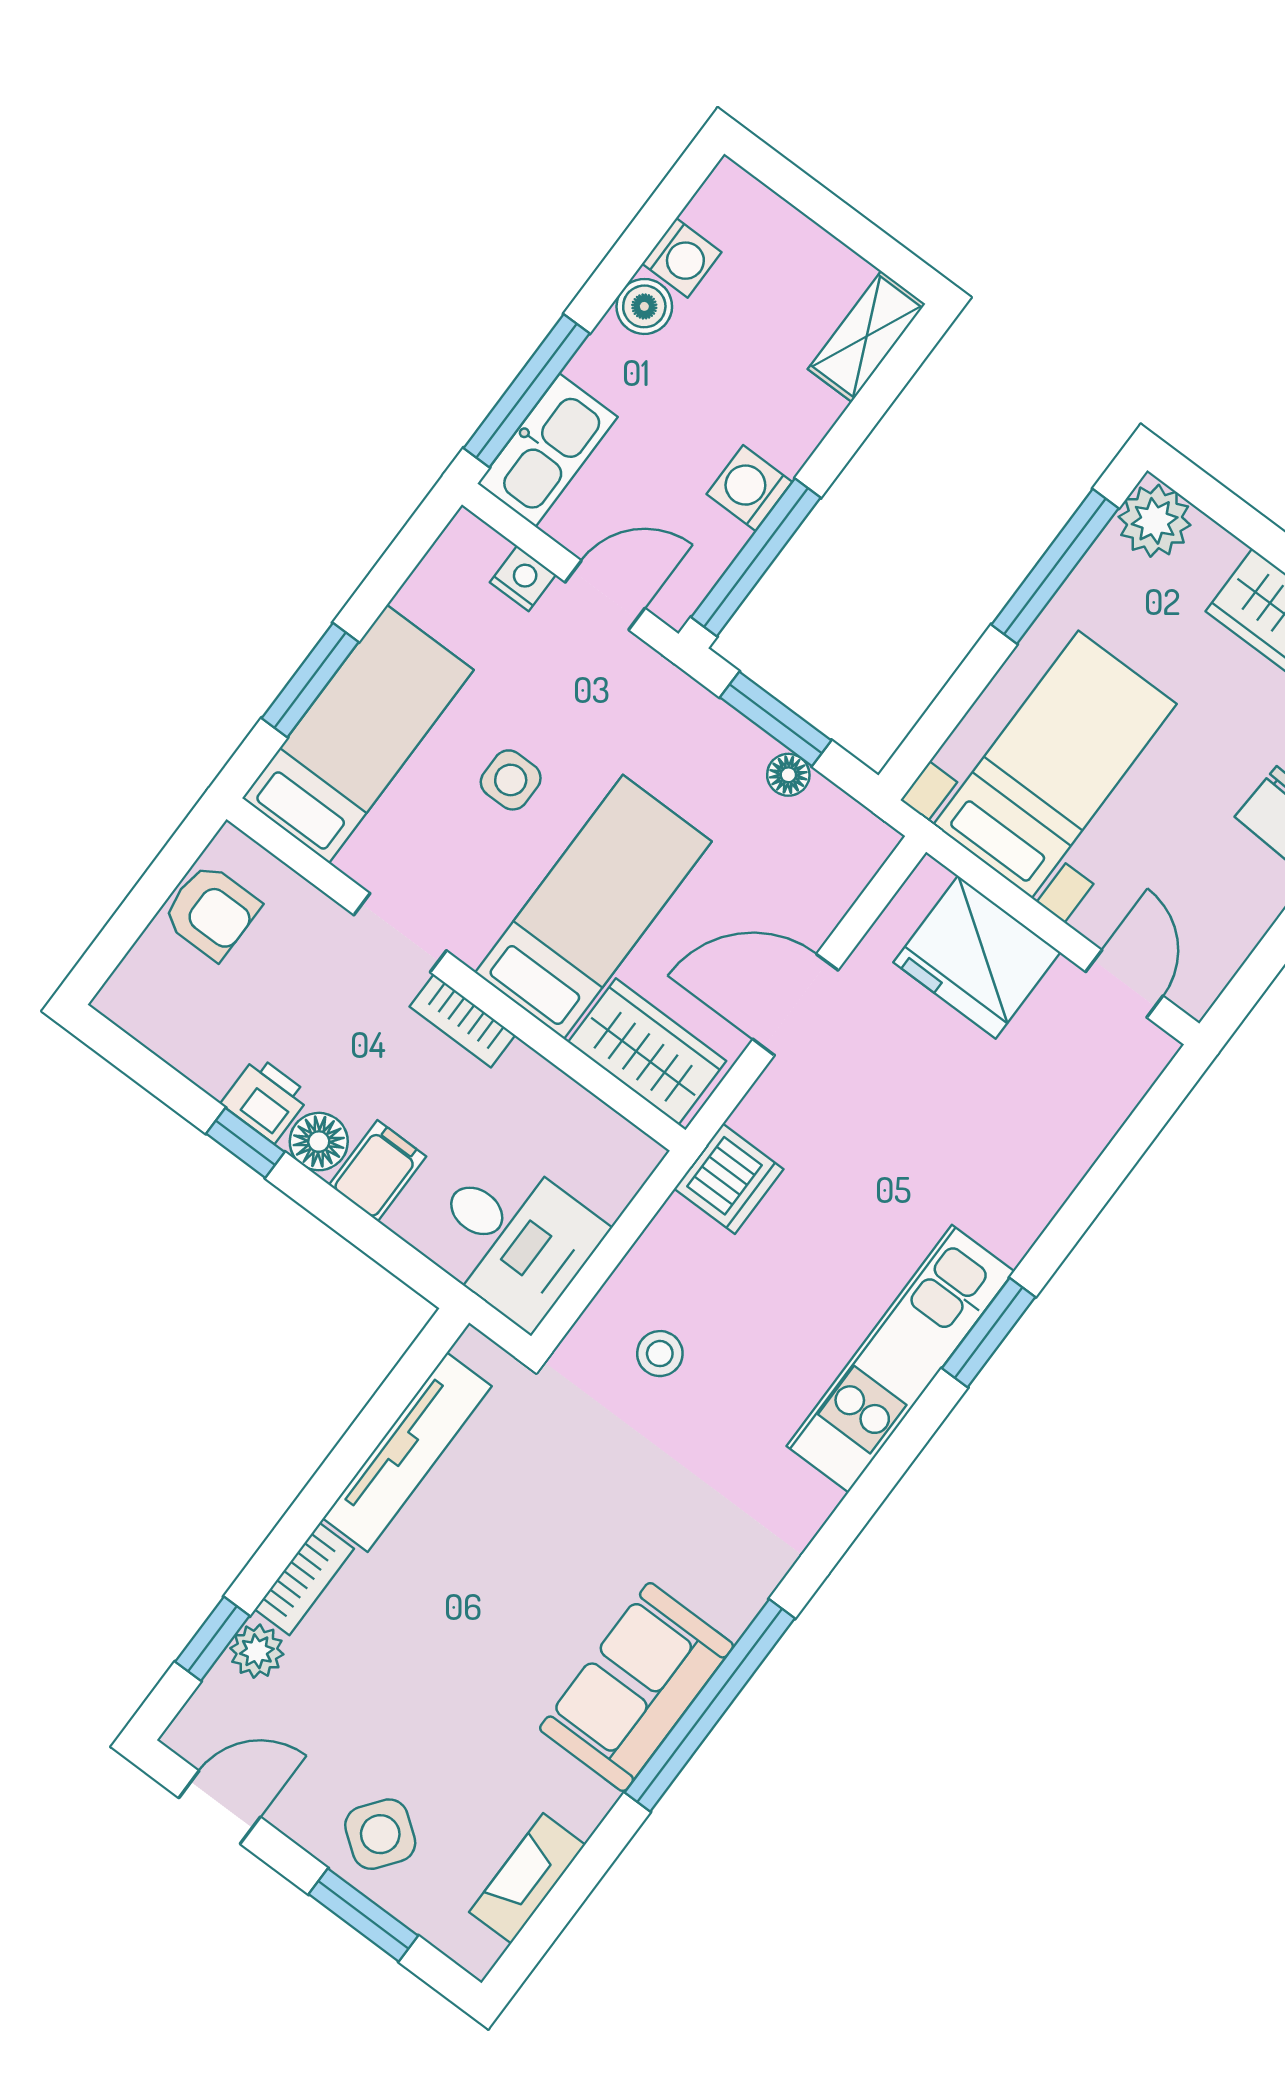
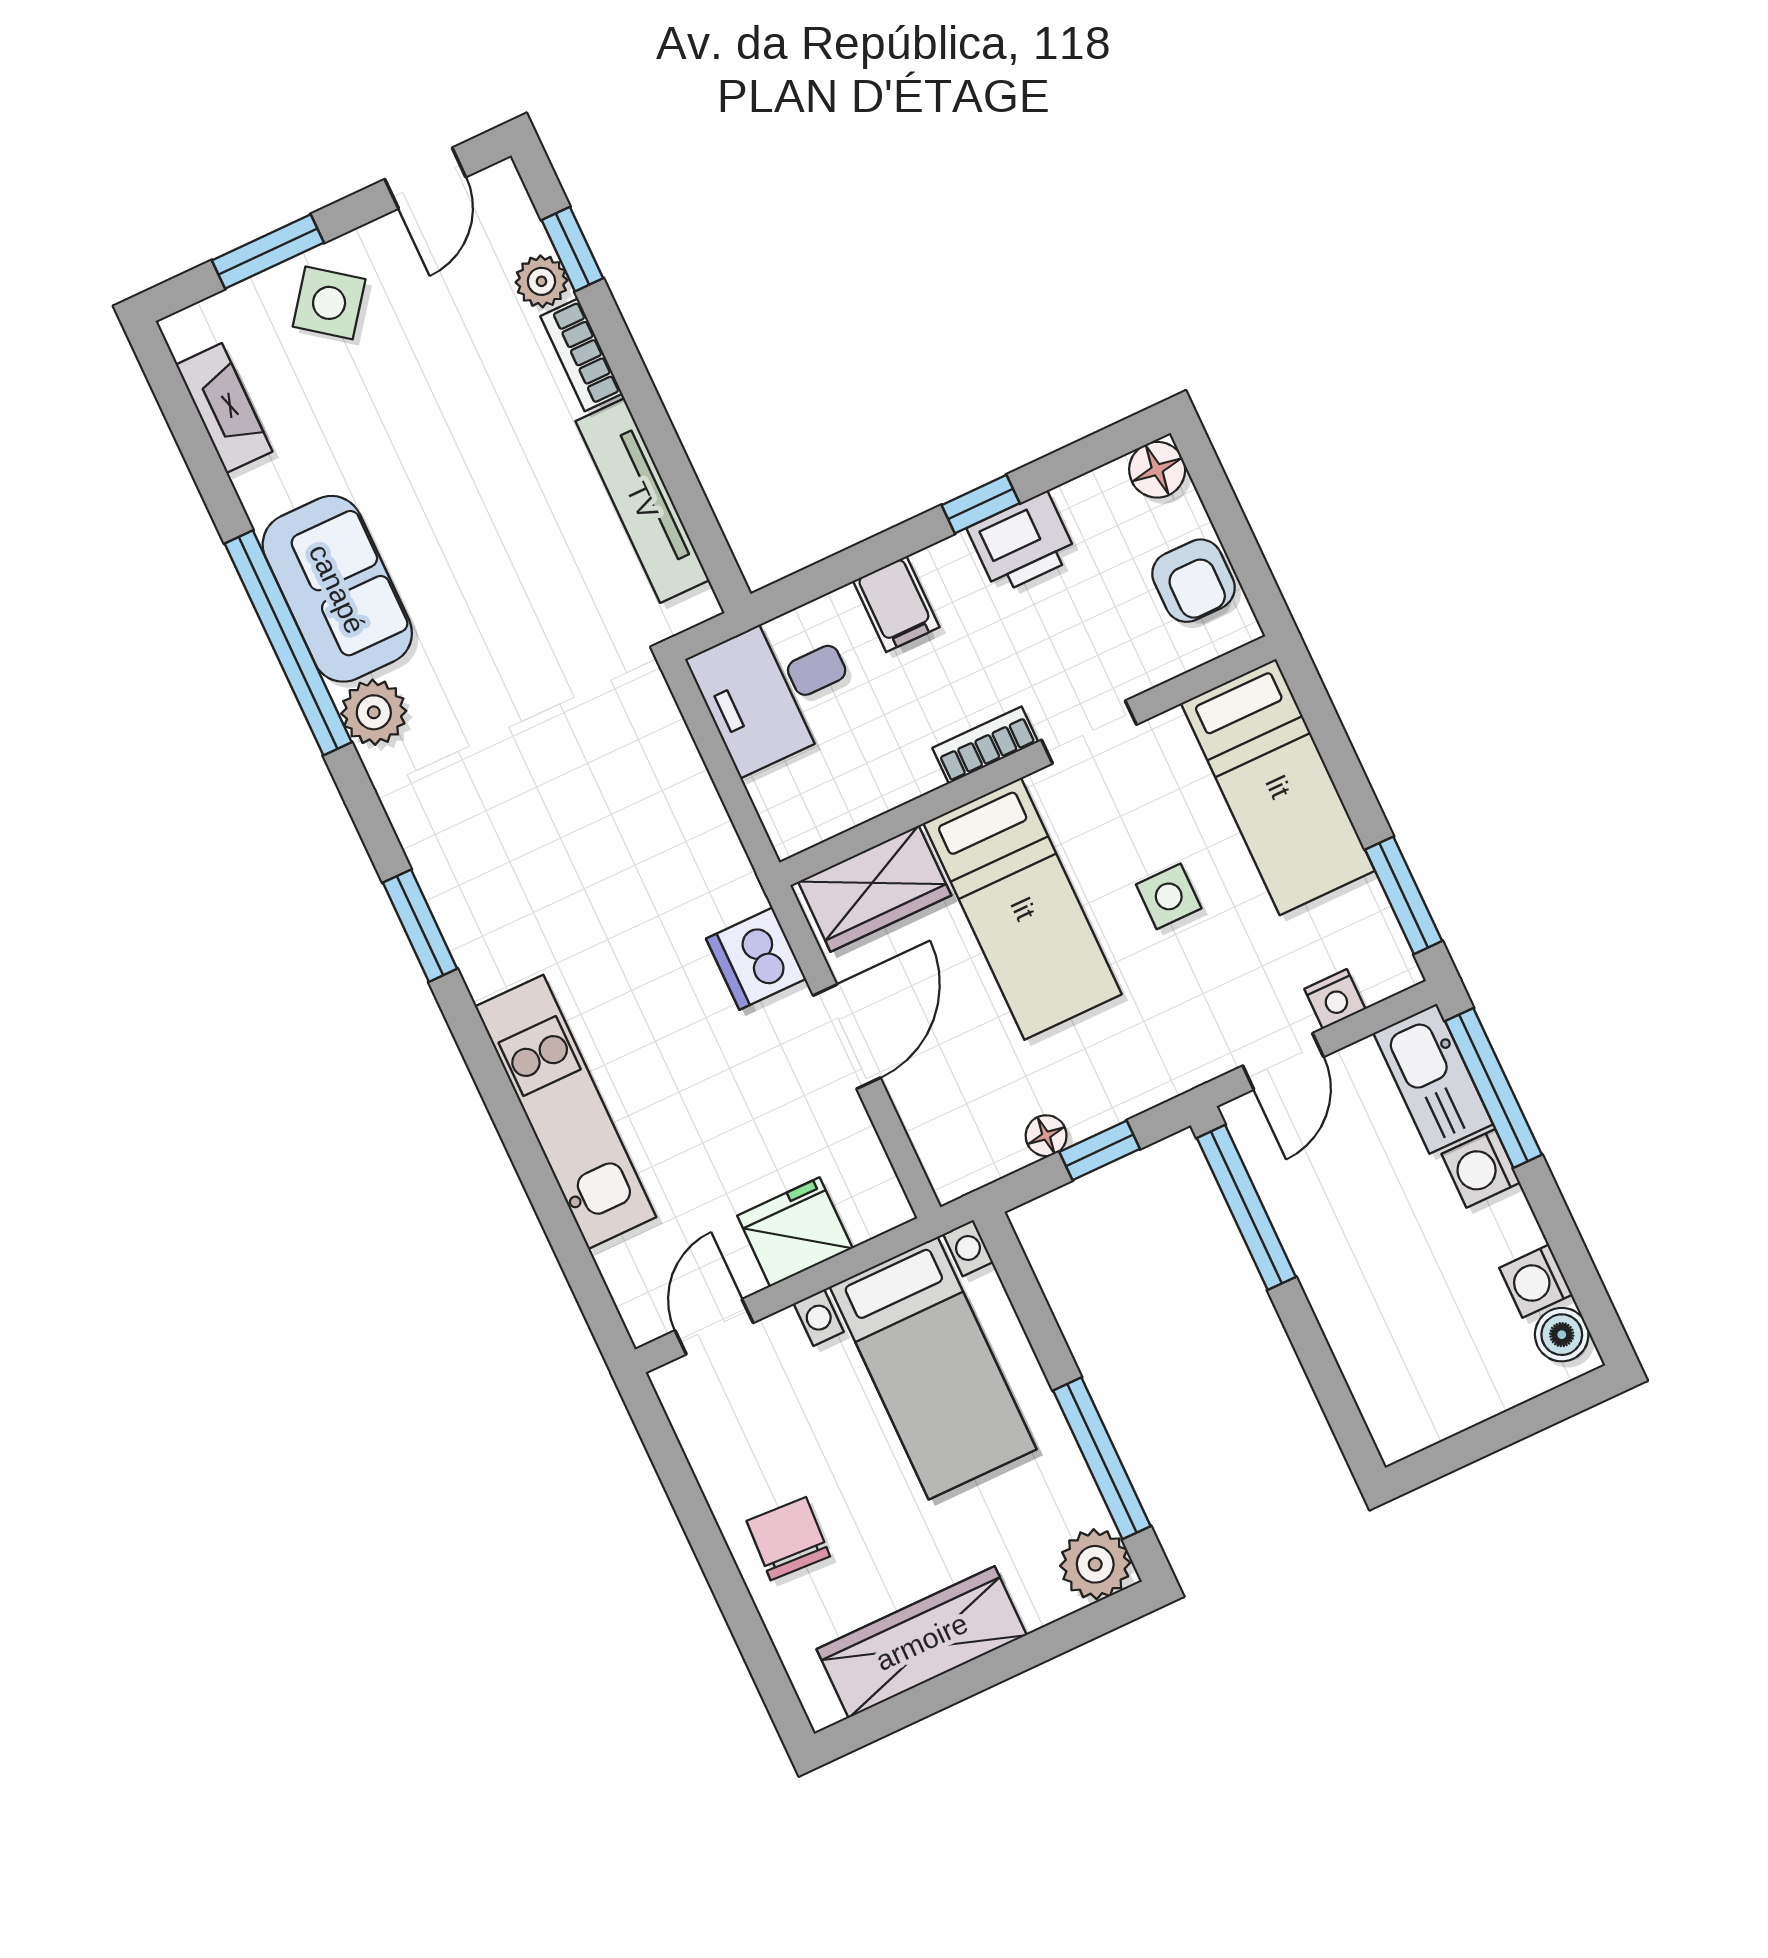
boiler: (644, 306) -> (1562, 1335), moved
shelving: (867, 337) -> (1384, 1403), removed
washing machine: (749, 488) -> (1481, 1168), moved, turned 180
window: (310, 680) -> (1404, 895), moved
window: (776, 719) -> (1100, 1150), width x0.67
armchair: (211, 912) -> (1193, 581), turned -90
fridge: (977, 957) -> (795, 1232), width x0.73, depth x0.75
door: (1124, 984) -> (714, 1327), swing flipped
printer: (266, 1099) -> (1022, 543), width x1.36, depth x1.24
floor lamp: (319, 1142) -> (1157, 470), moved
dishwasher: (729, 1179) -> (756, 959), moved
window: (989, 1333) -> (420, 926), moved
stool: (660, 1354) -> (611, 761), removed
kitchen unit: (900, 1359) -> (566, 1112), moved
plant: (731, 1594) -> (374, 712), added

